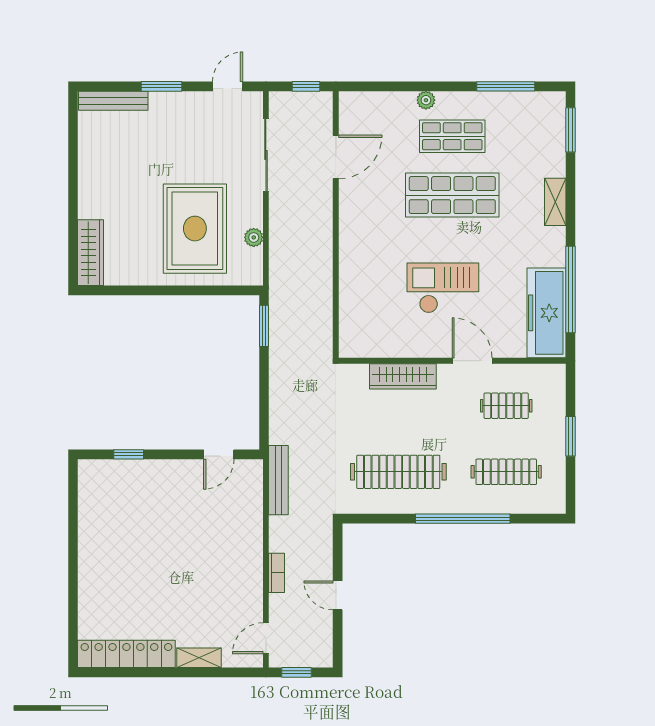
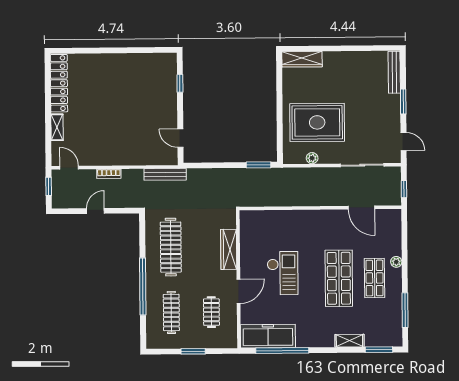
shelving: (555, 202) -> (349, 341), moved

